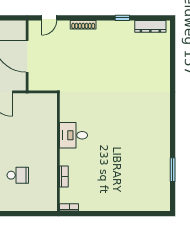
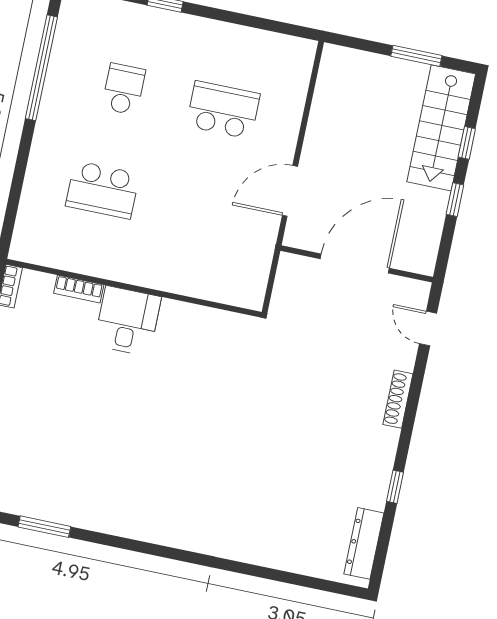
desk: (74, 135) -> (128, 321), moved
school desk: (18, 175) -> (103, 190), width x1.85

